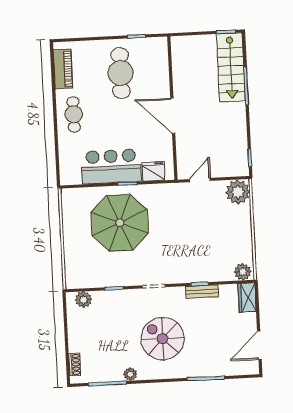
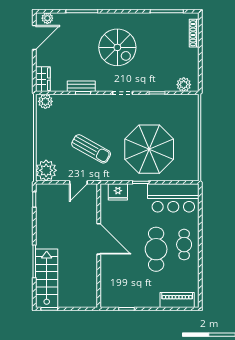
piano: (63, 69) -> (177, 300), moved, turned 90
cafe table: (121, 73) -> (156, 249), moved
bar counter: (111, 166) -> (173, 198), moved
sun lounger: (187, 220) -> (91, 149), added
shoe rack: (75, 364) -> (194, 33), width x1.43
plant: (130, 374) -> (47, 18), moved

